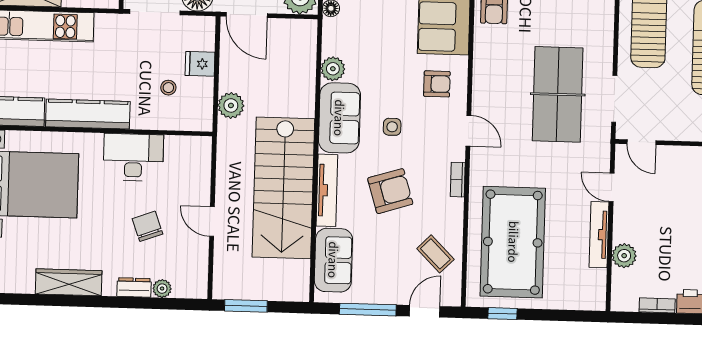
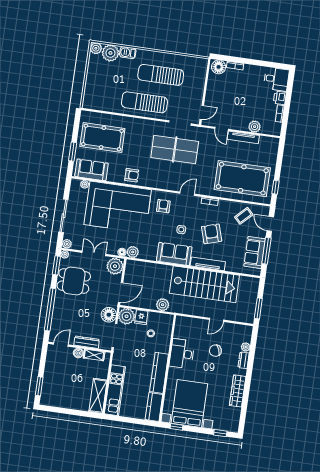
plant: (198, 33) -> (126, 316), added
plant: (333, 69) -> (133, 252), moved
door: (612, 187) -> (222, 129), hinge flipped
sofa: (333, 260) -> (255, 252), moved, turned -90

